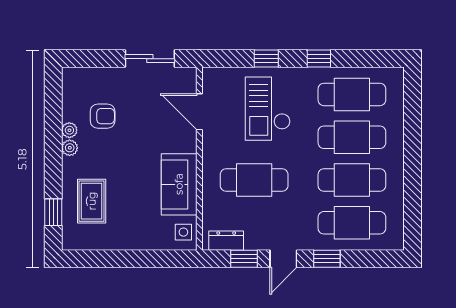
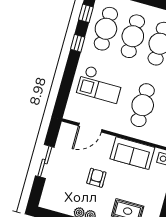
sliding door: (150, 59) -> (45, 161), moved
window: (266, 59) -> (86, 13), moved
armchair: (103, 116) -> (96, 178), moved

